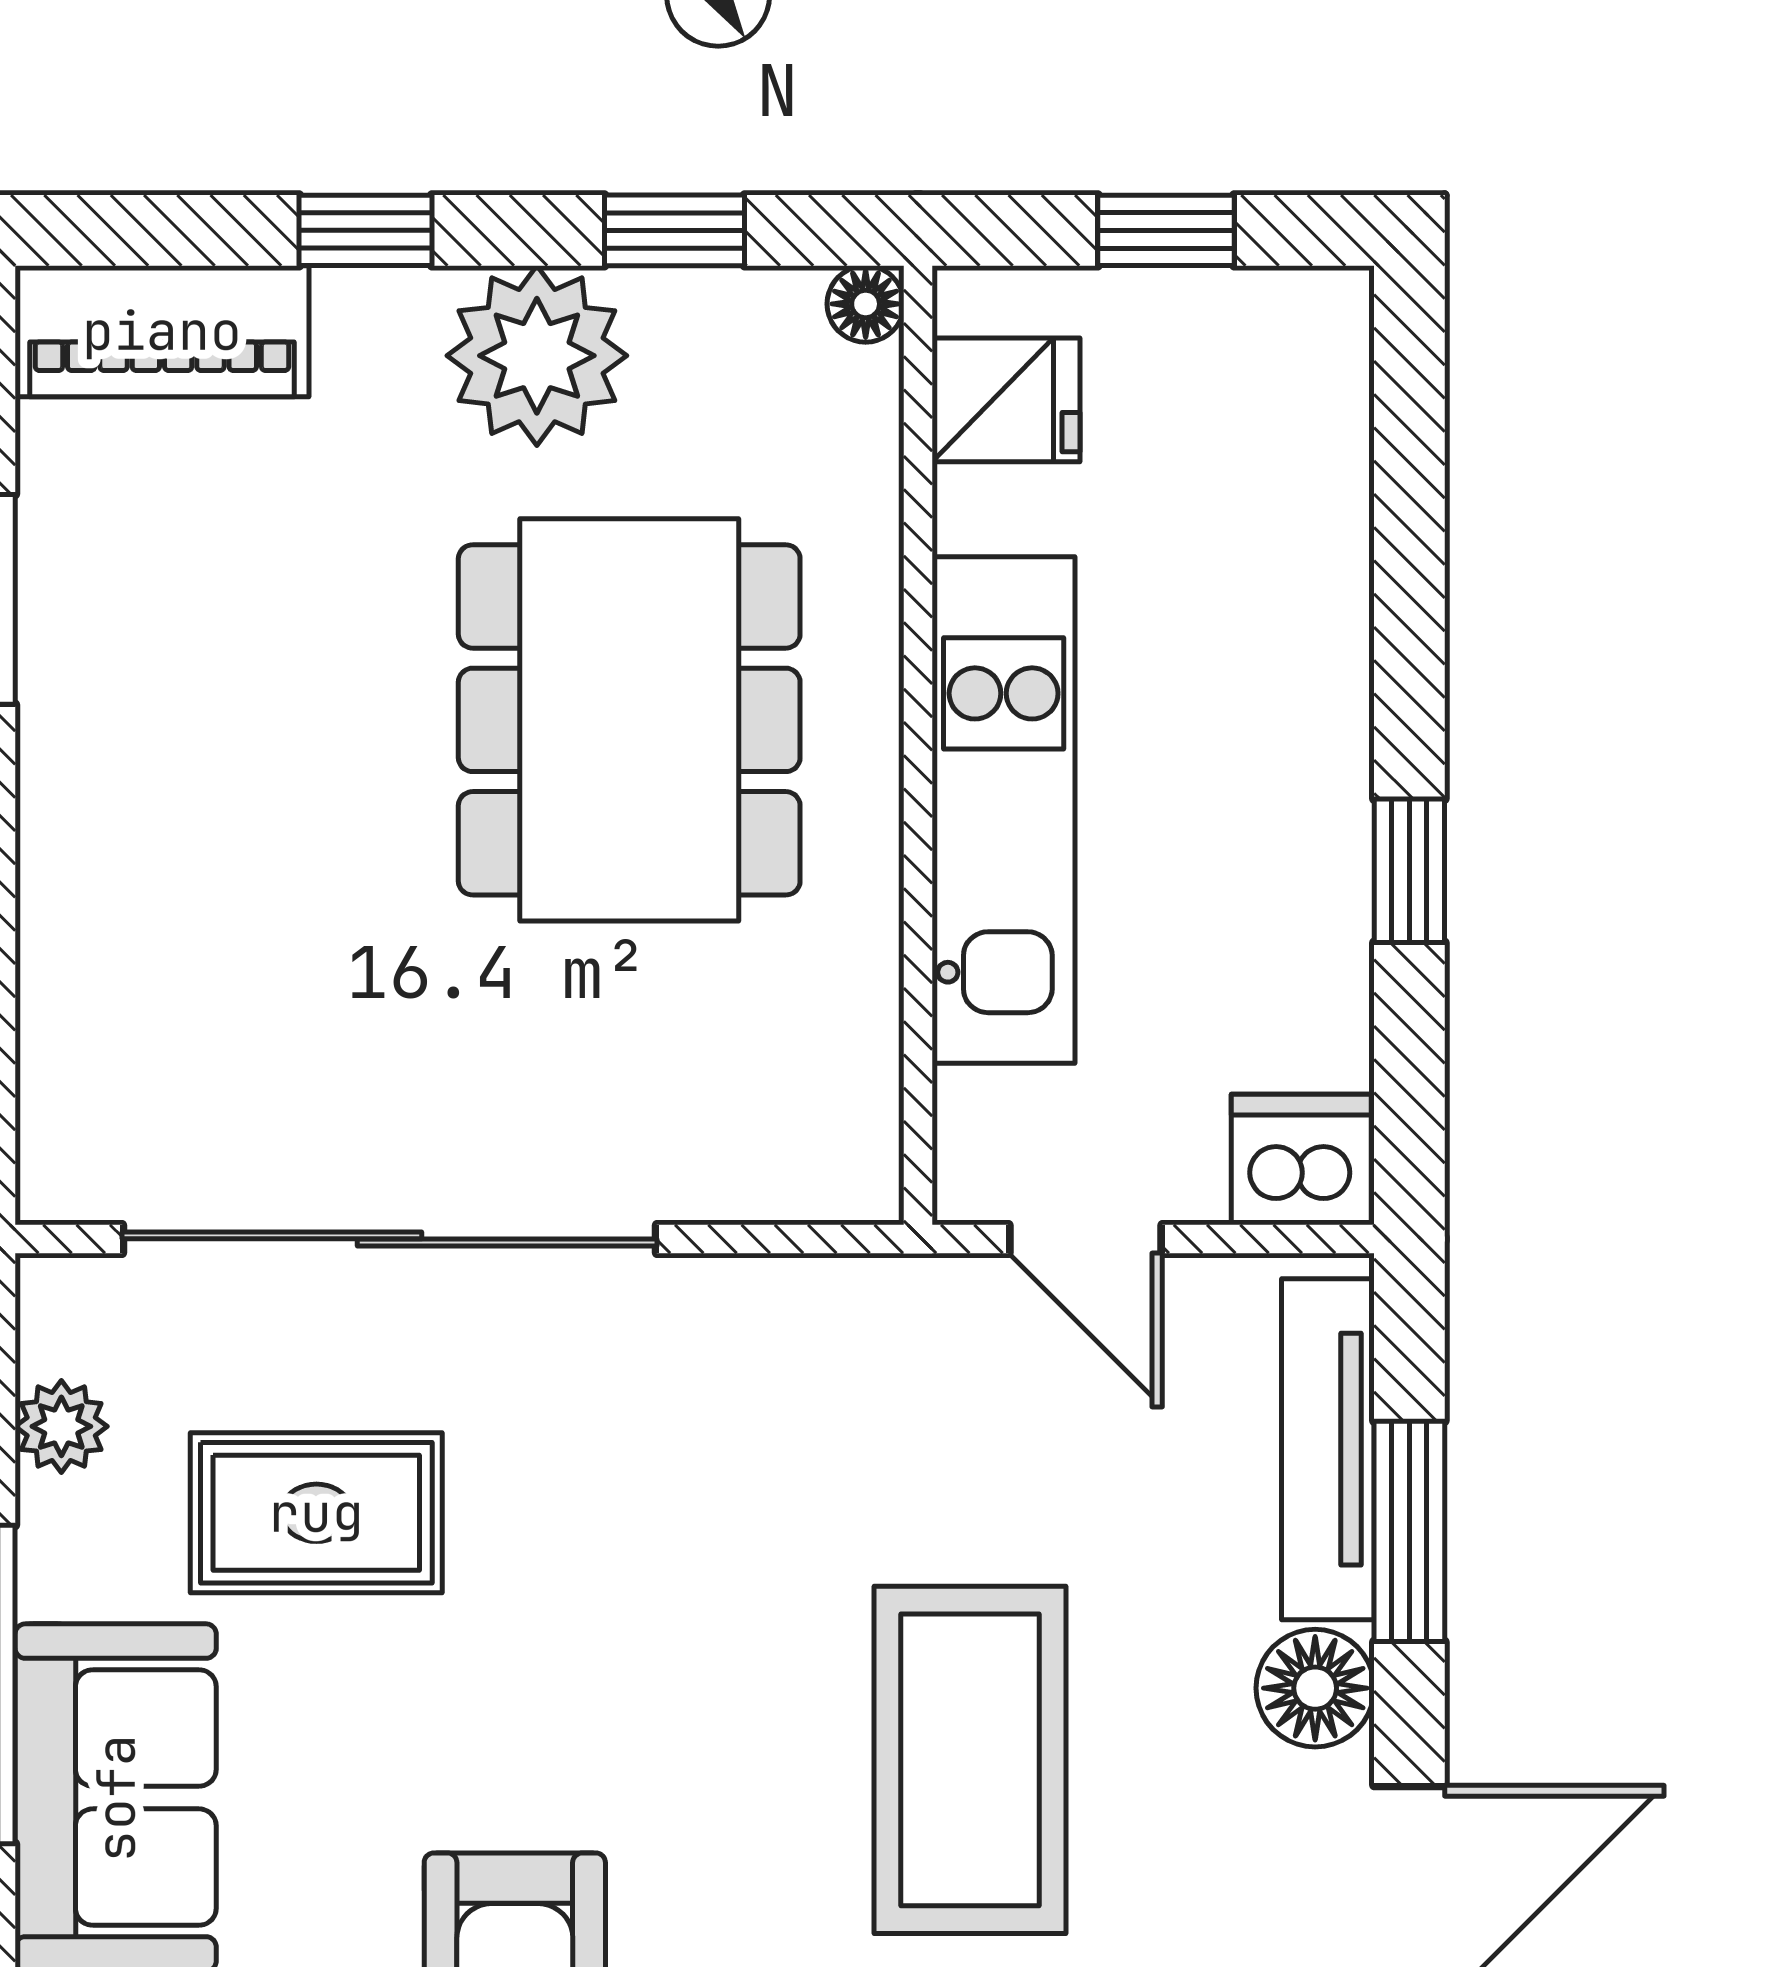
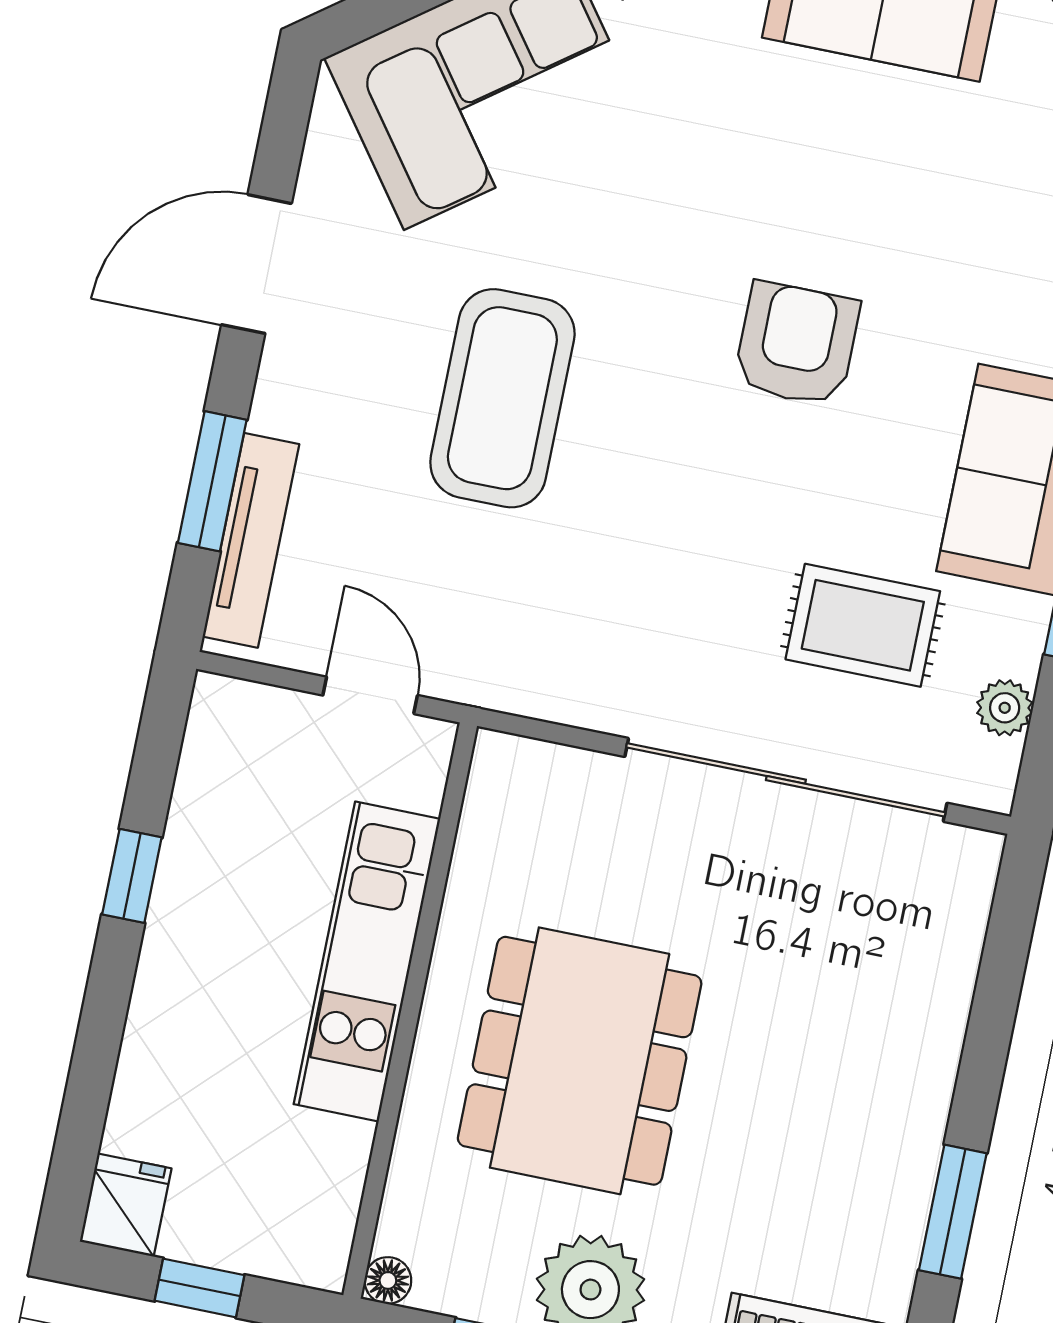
fridge: (1006, 400) -> (125, 1205), moved, turned 90
dishwasher: (1301, 1160) -> (232, 717), removed
floor lamp: (1315, 1688) -> (288, 399), removed

